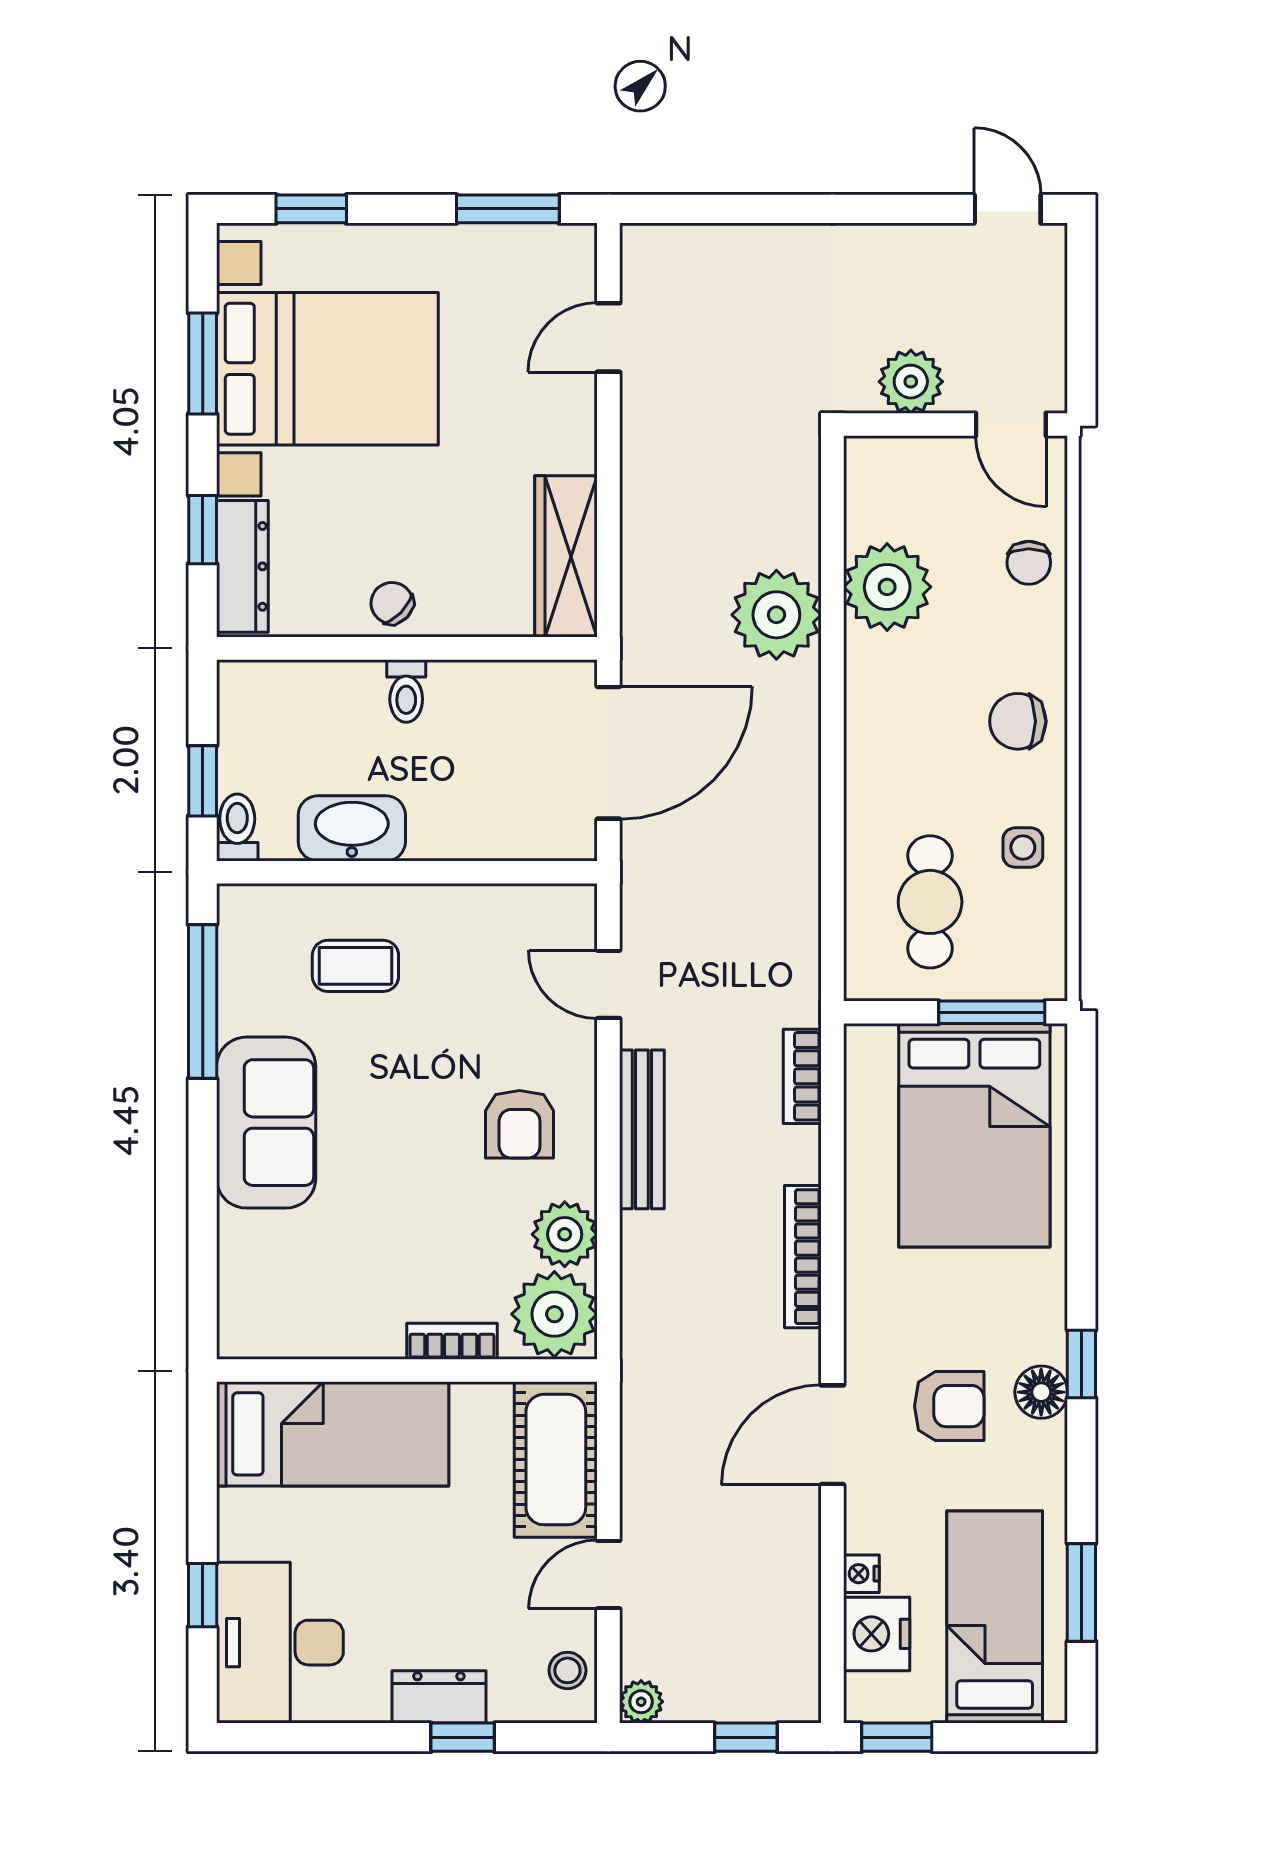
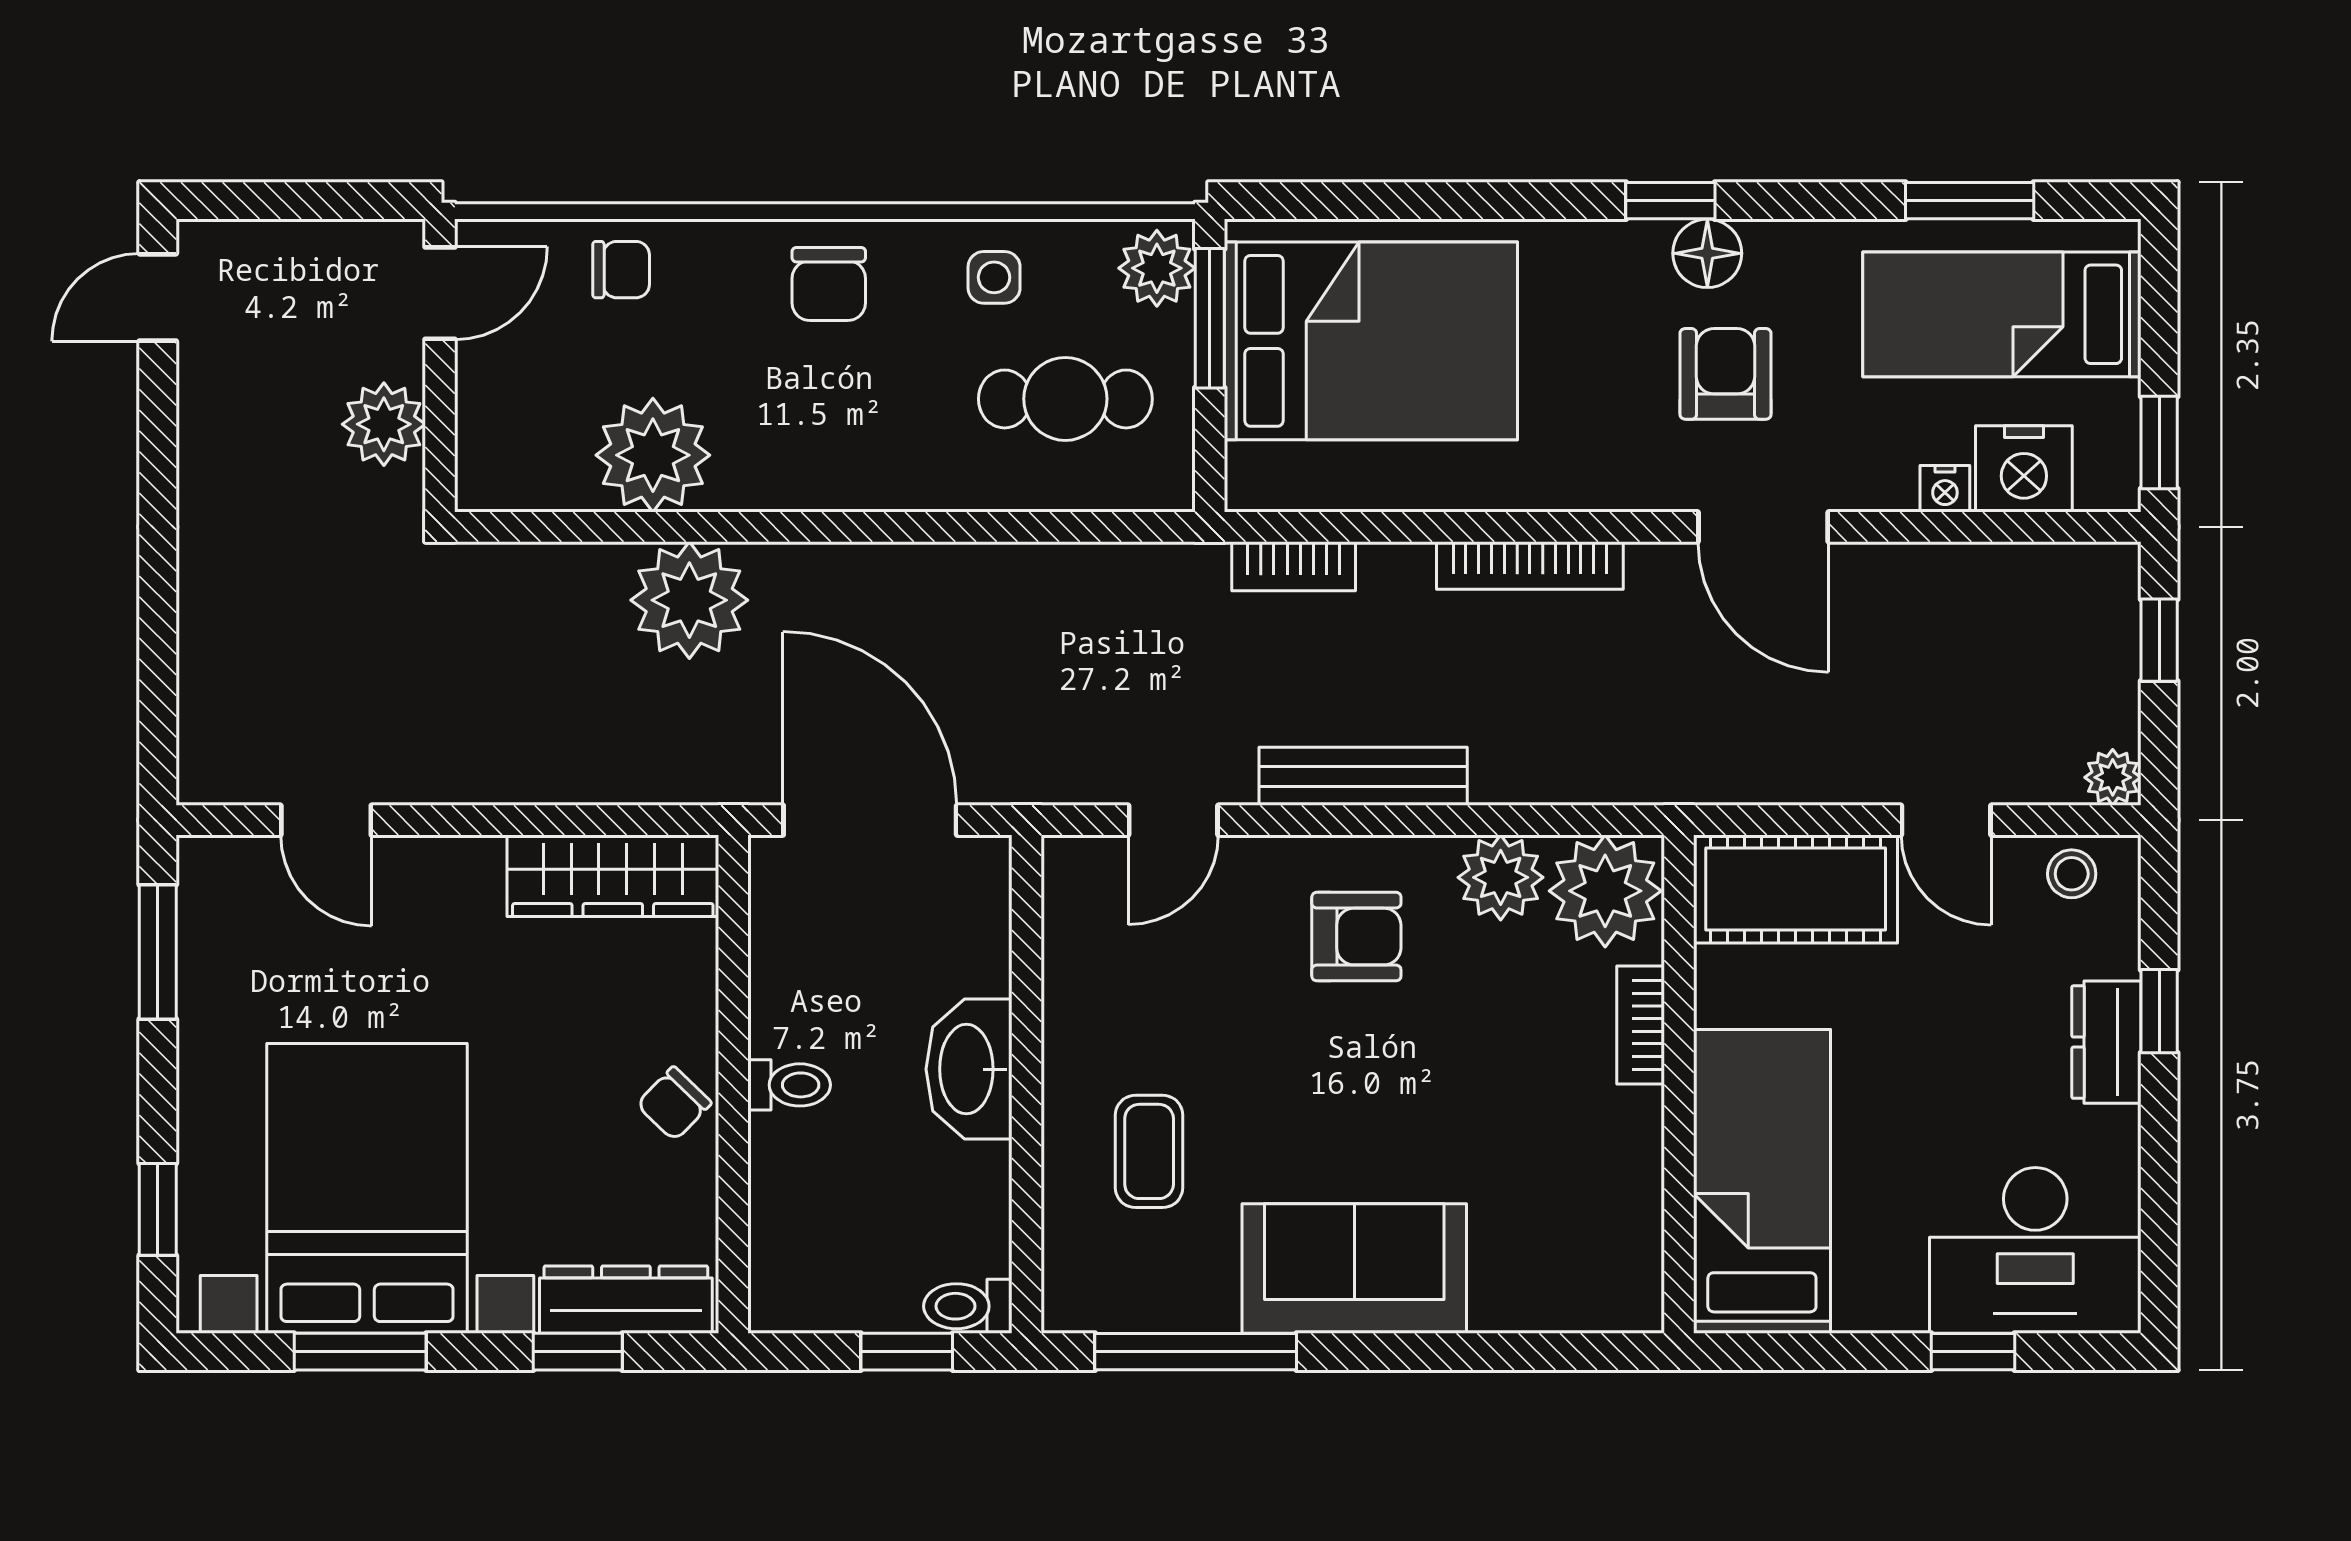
washbasin: (352, 828) -> (969, 1069), moved
plant: (1030, 972) -> (1157, 268), added

